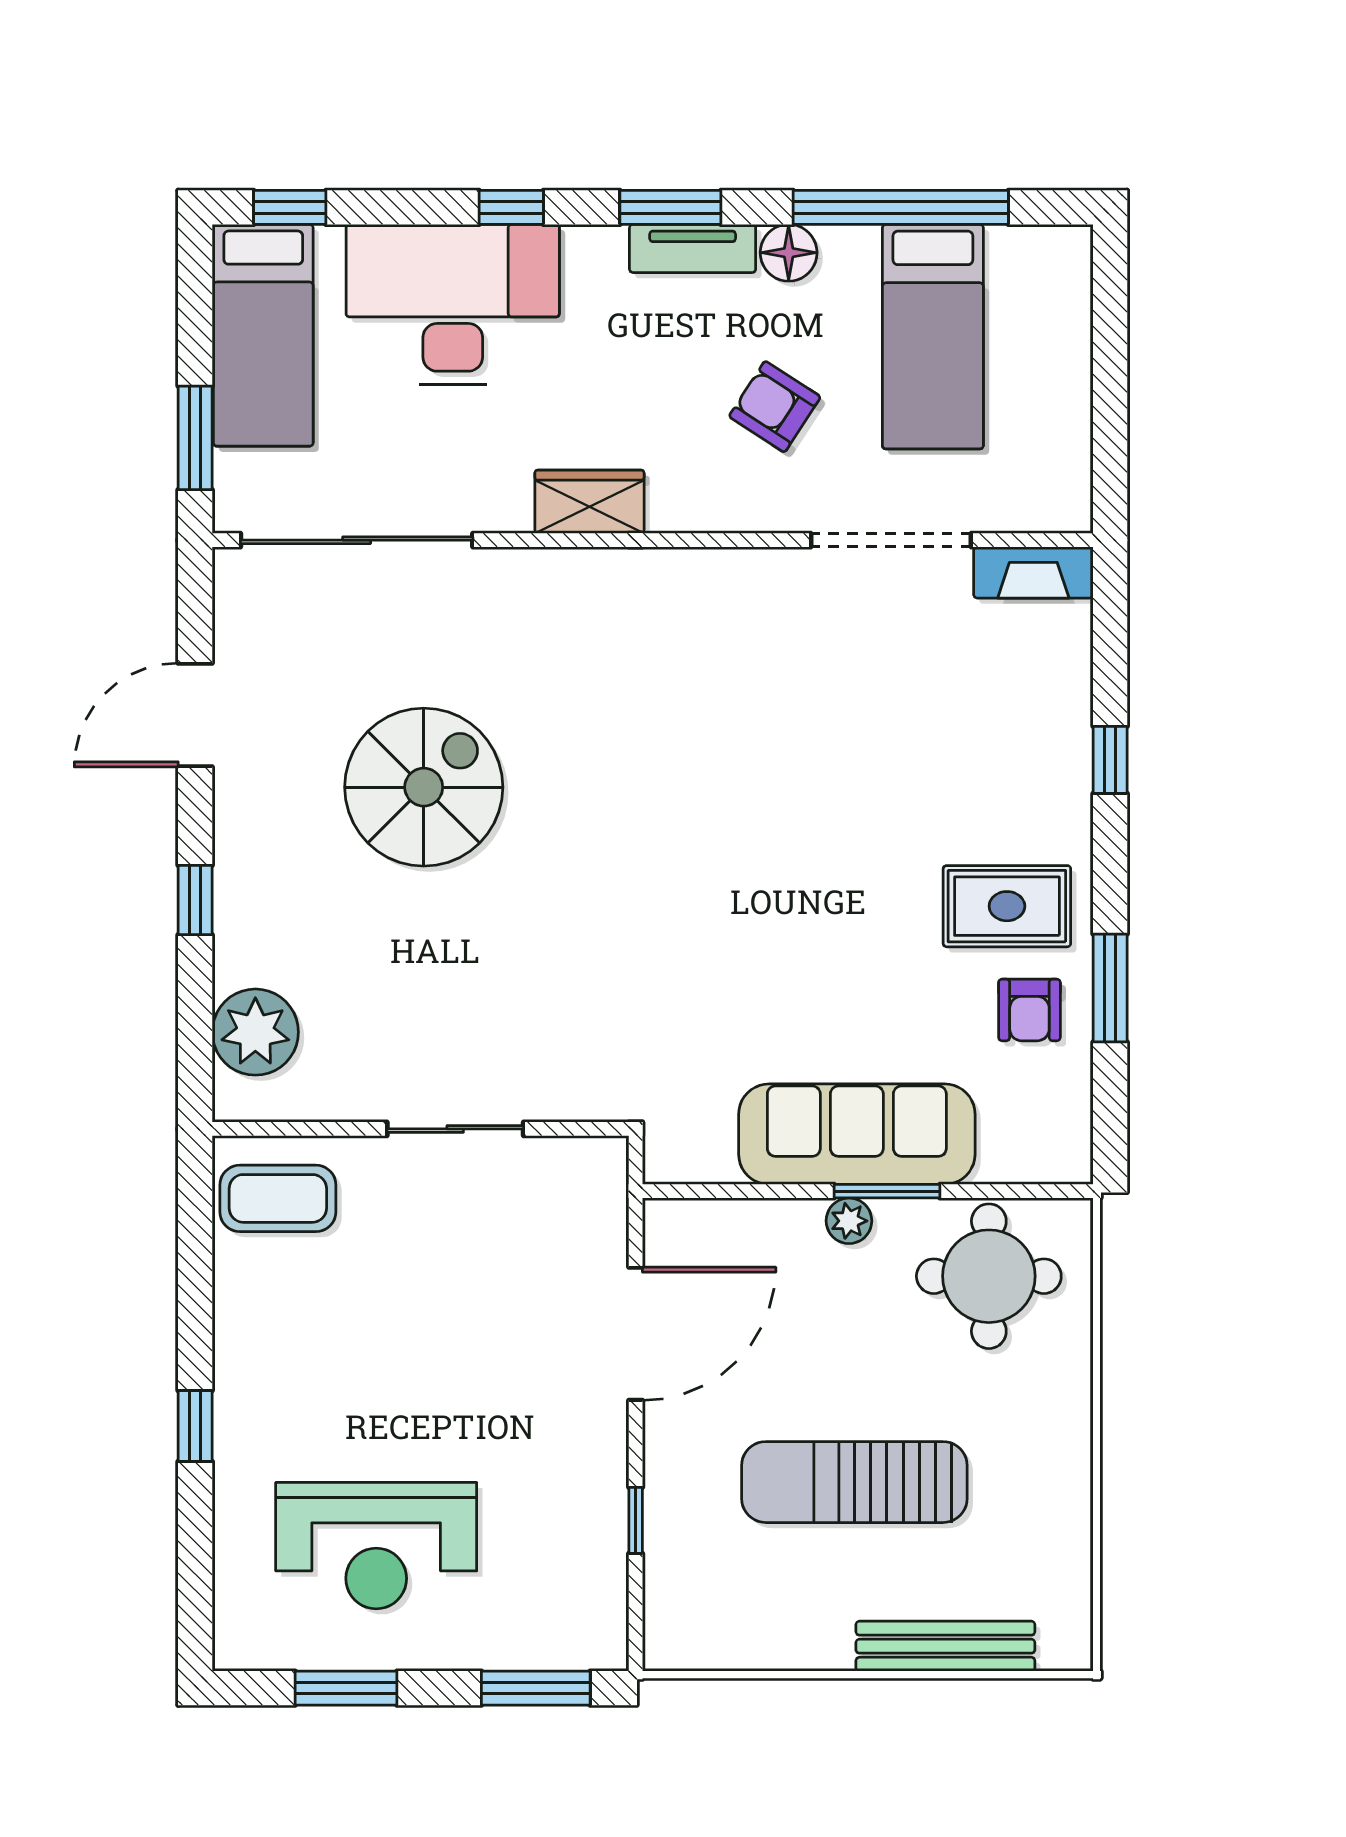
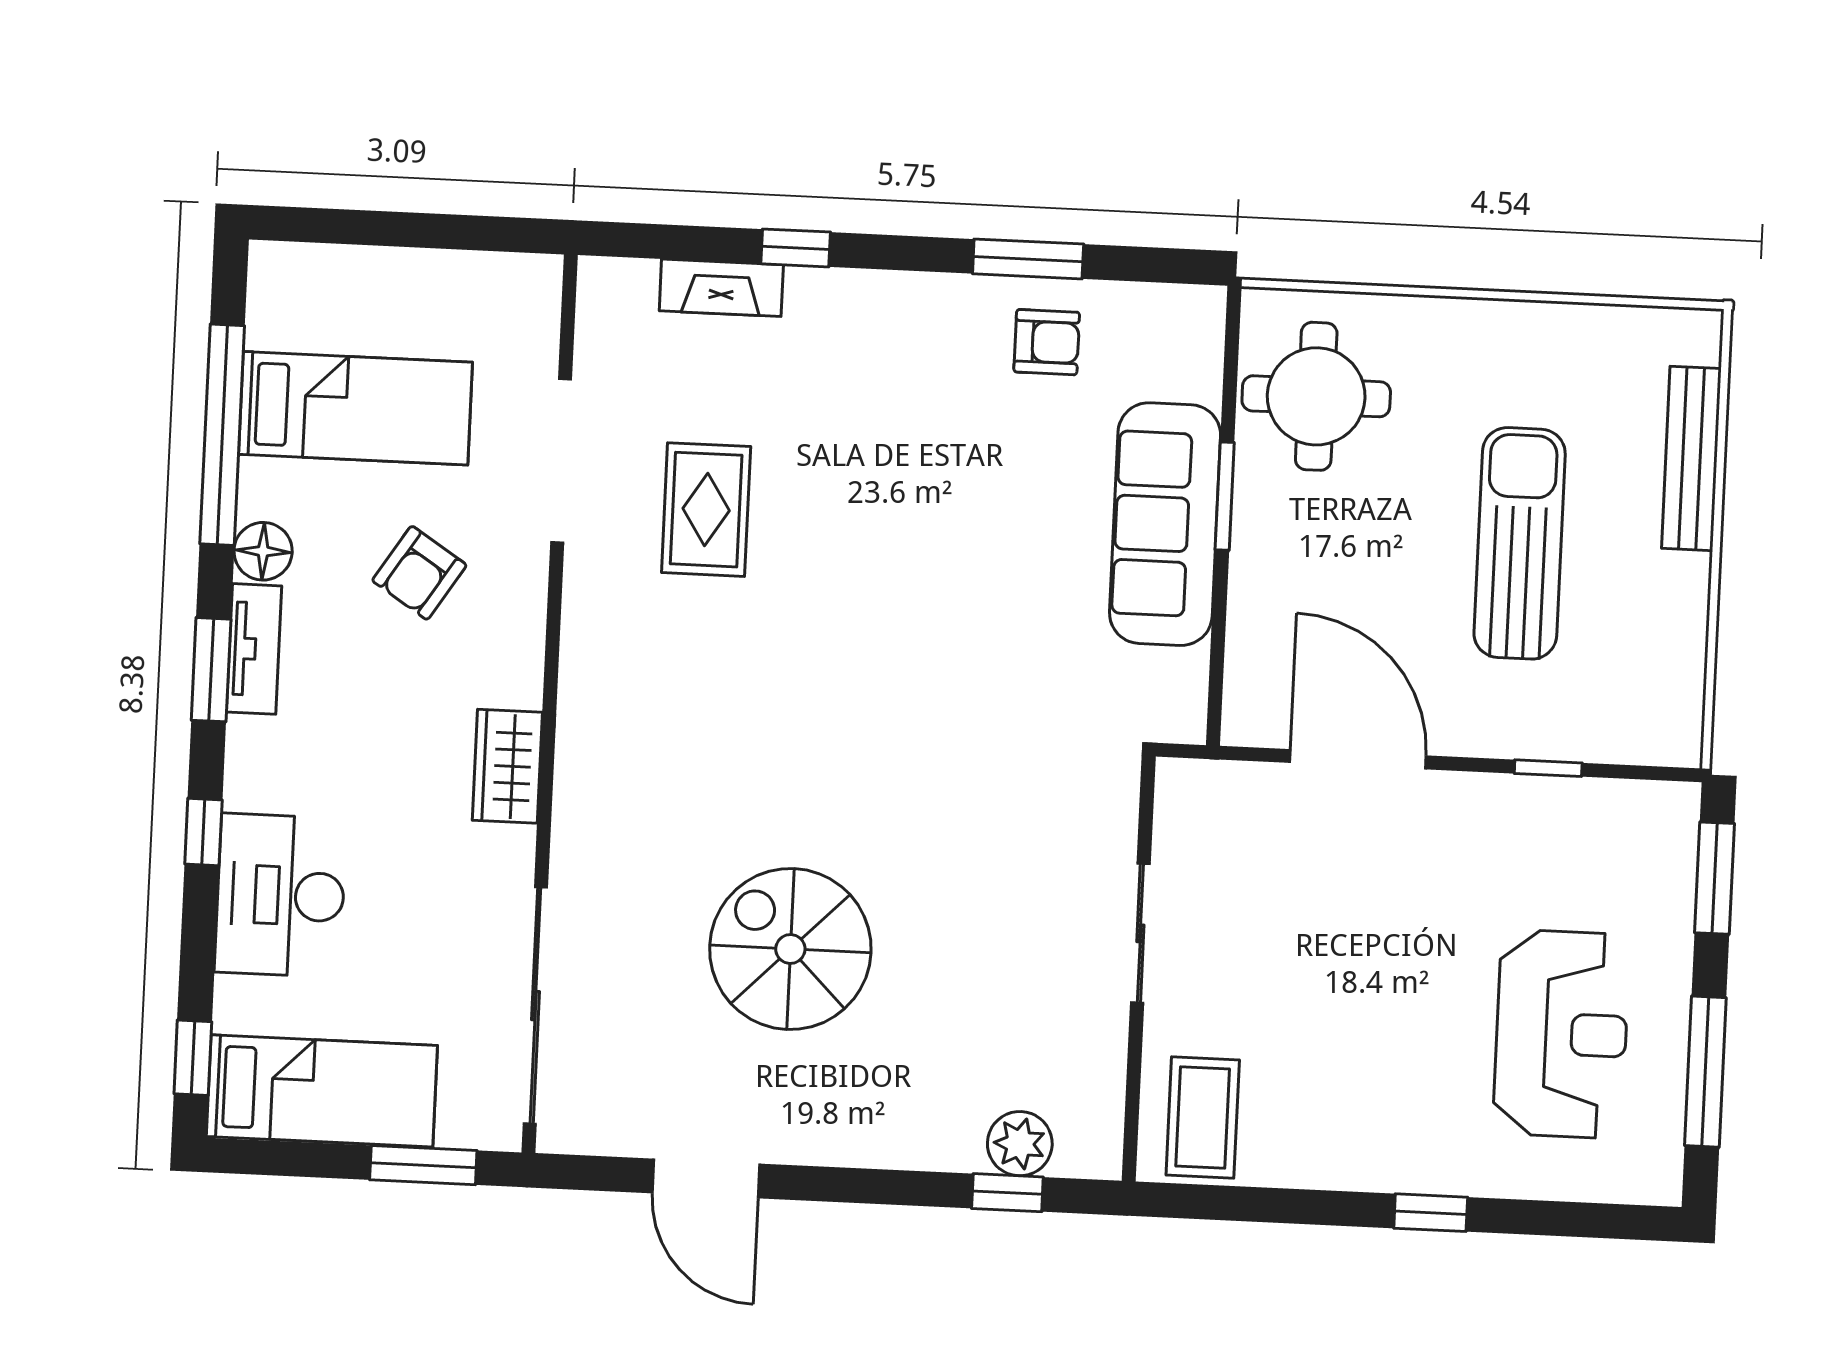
desk: (453, 304) -> (281, 895), width x0.73, depth x0.77
fireplace: (1033, 572) -> (721, 288), moved, turned 90
window: (195, 900) -> (1007, 1193), moved
rug: (1007, 906) -> (706, 510), moved
plant: (255, 1032) -> (1020, 1144), width x0.73, depth x0.73
plant: (849, 1221) -> (1253, 536), removed
sun lounger: (854, 1482) -> (1520, 543), turned 180
window: (346, 1688) -> (1705, 1072), width x1.44

